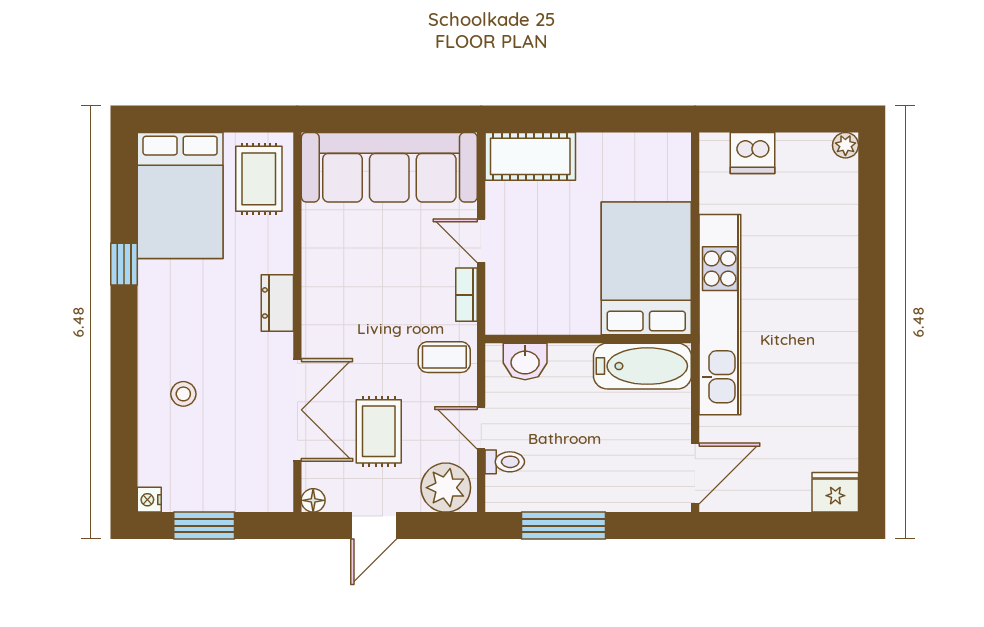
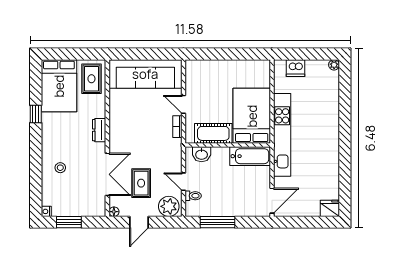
cot: (530, 156) -> (213, 133), moved
coffee table: (444, 357) -> (168, 152), removed

